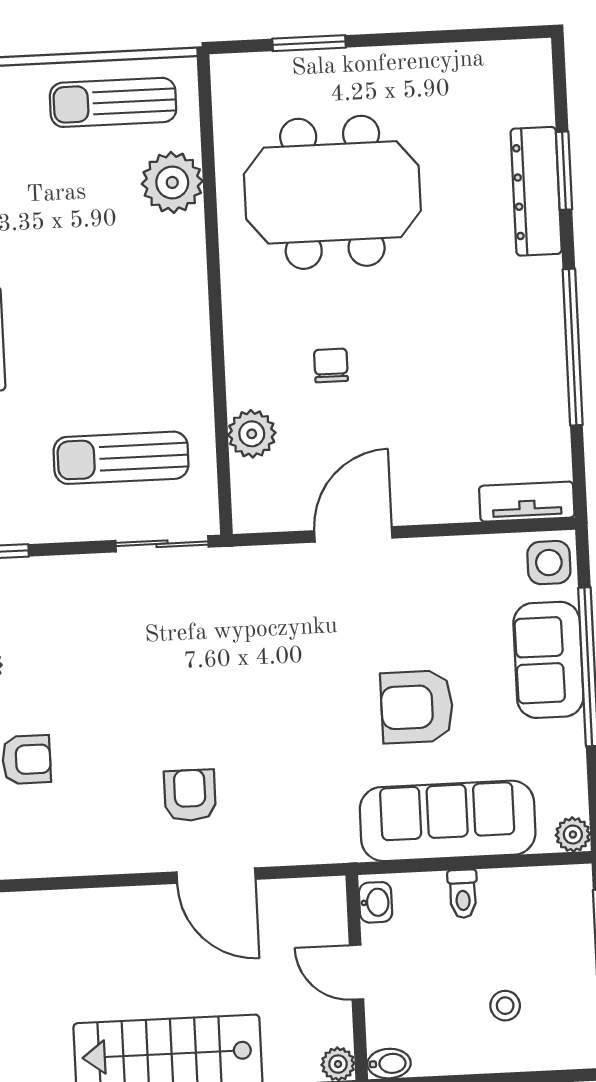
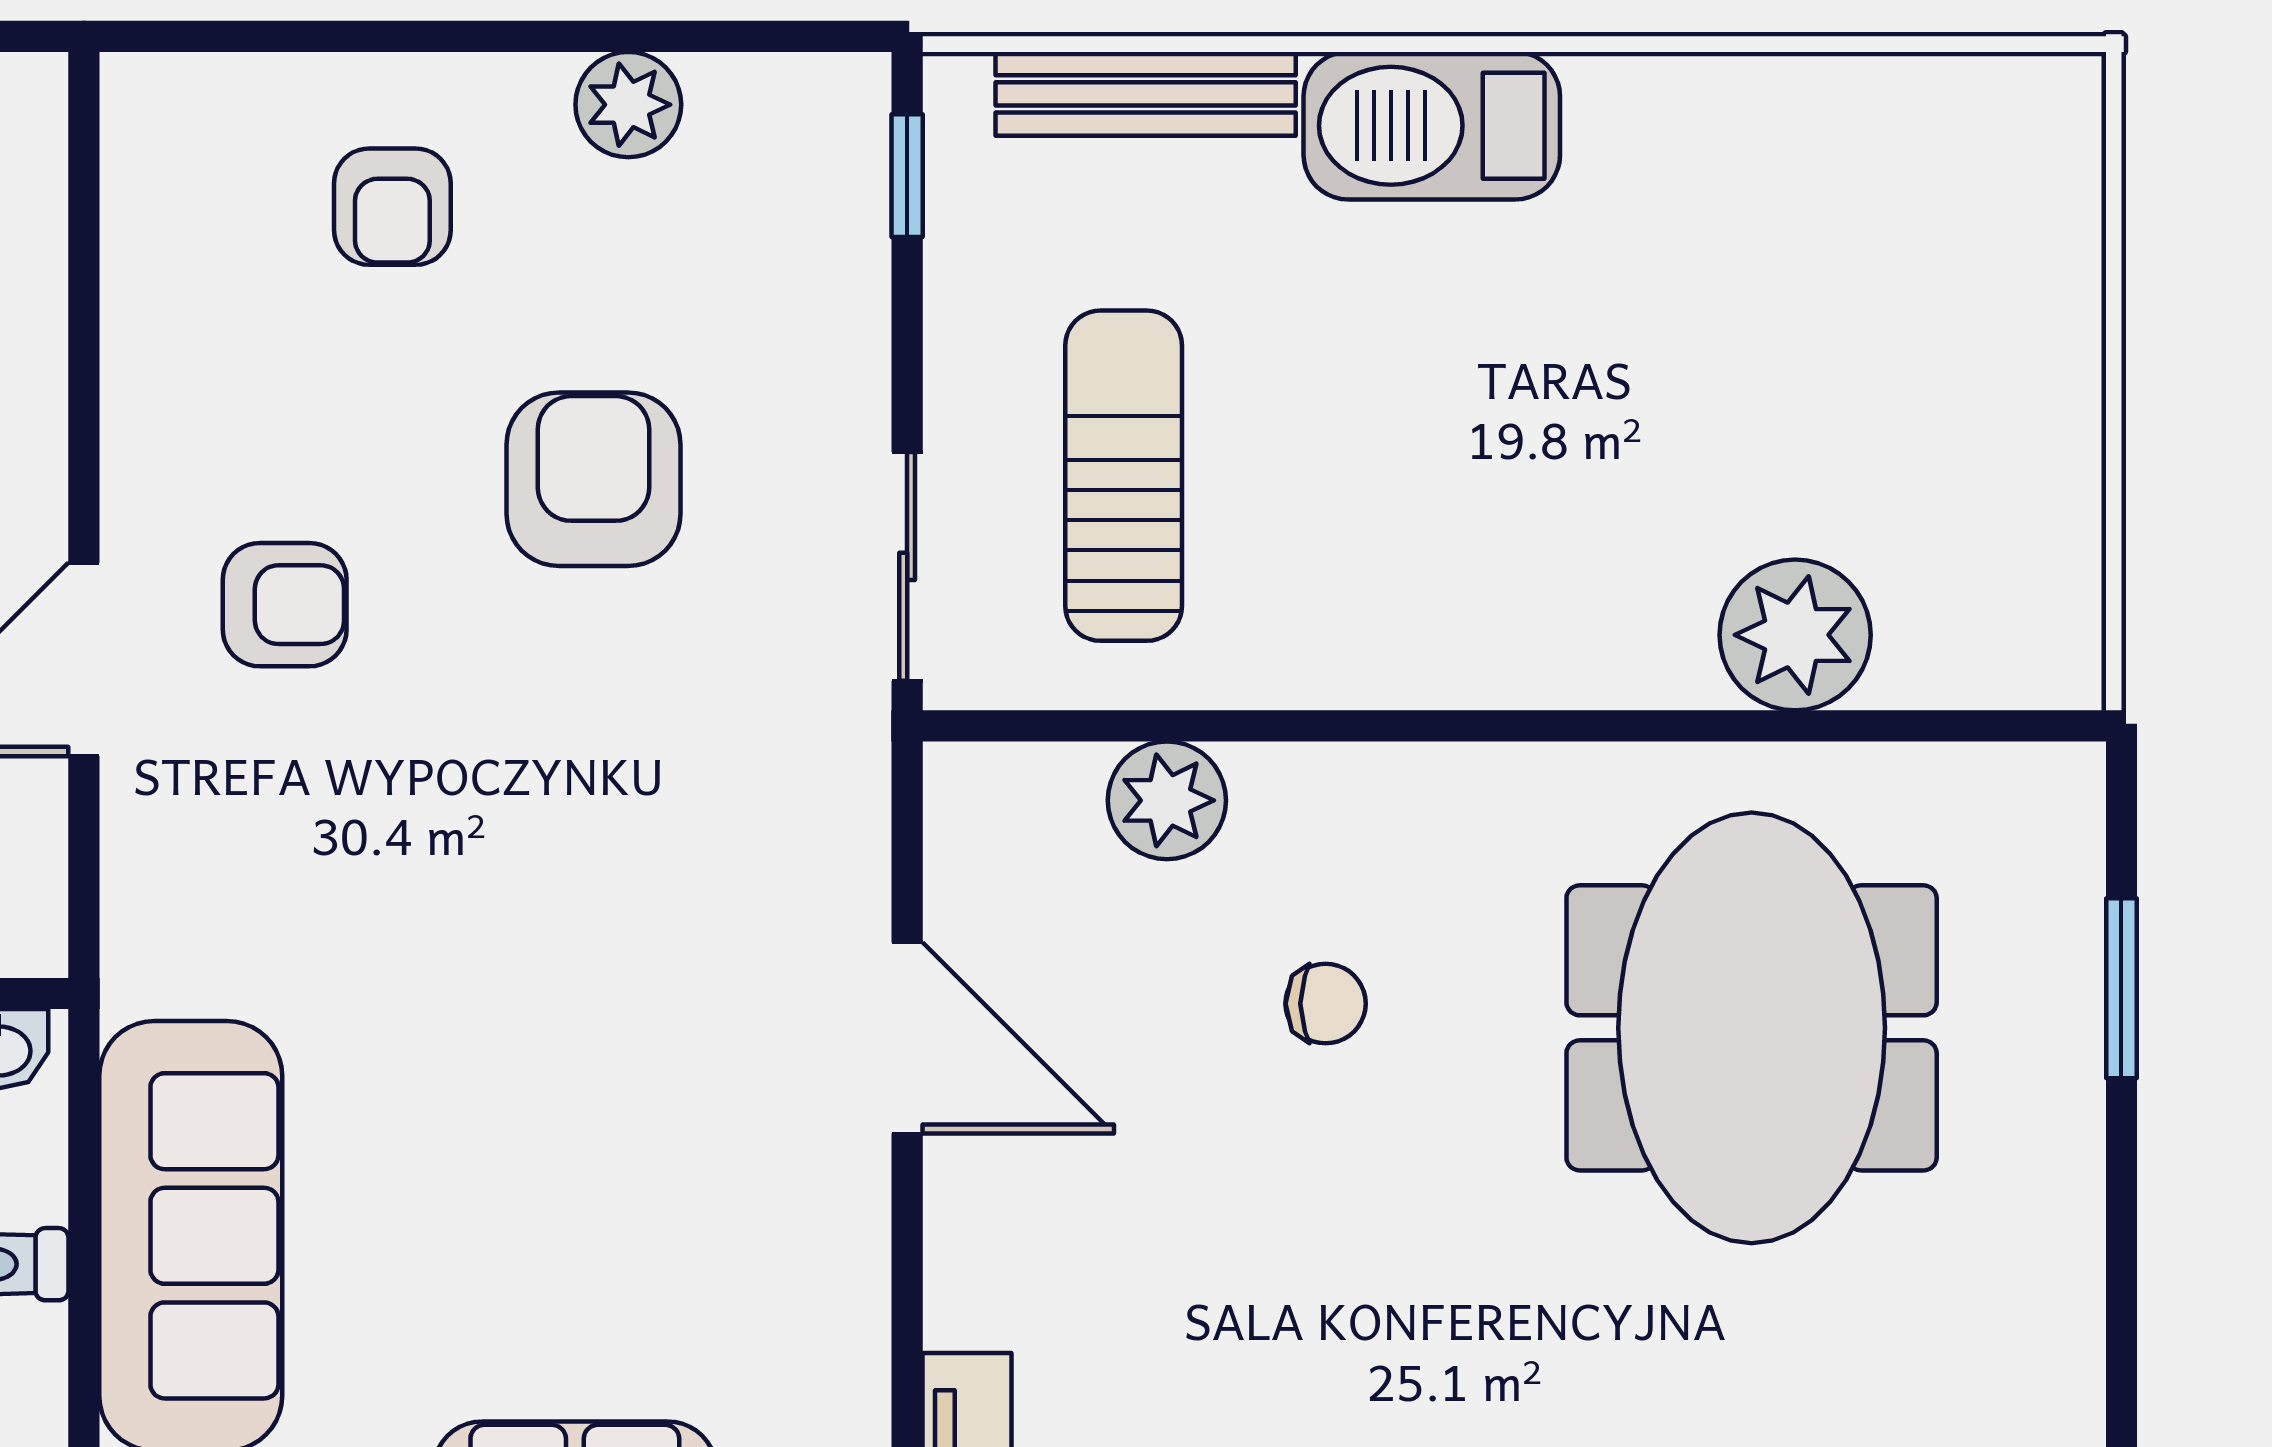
sun lounger: (113, 102) -> (1999, 499), removed
armchair: (417, 707) -> (593, 479), moved

